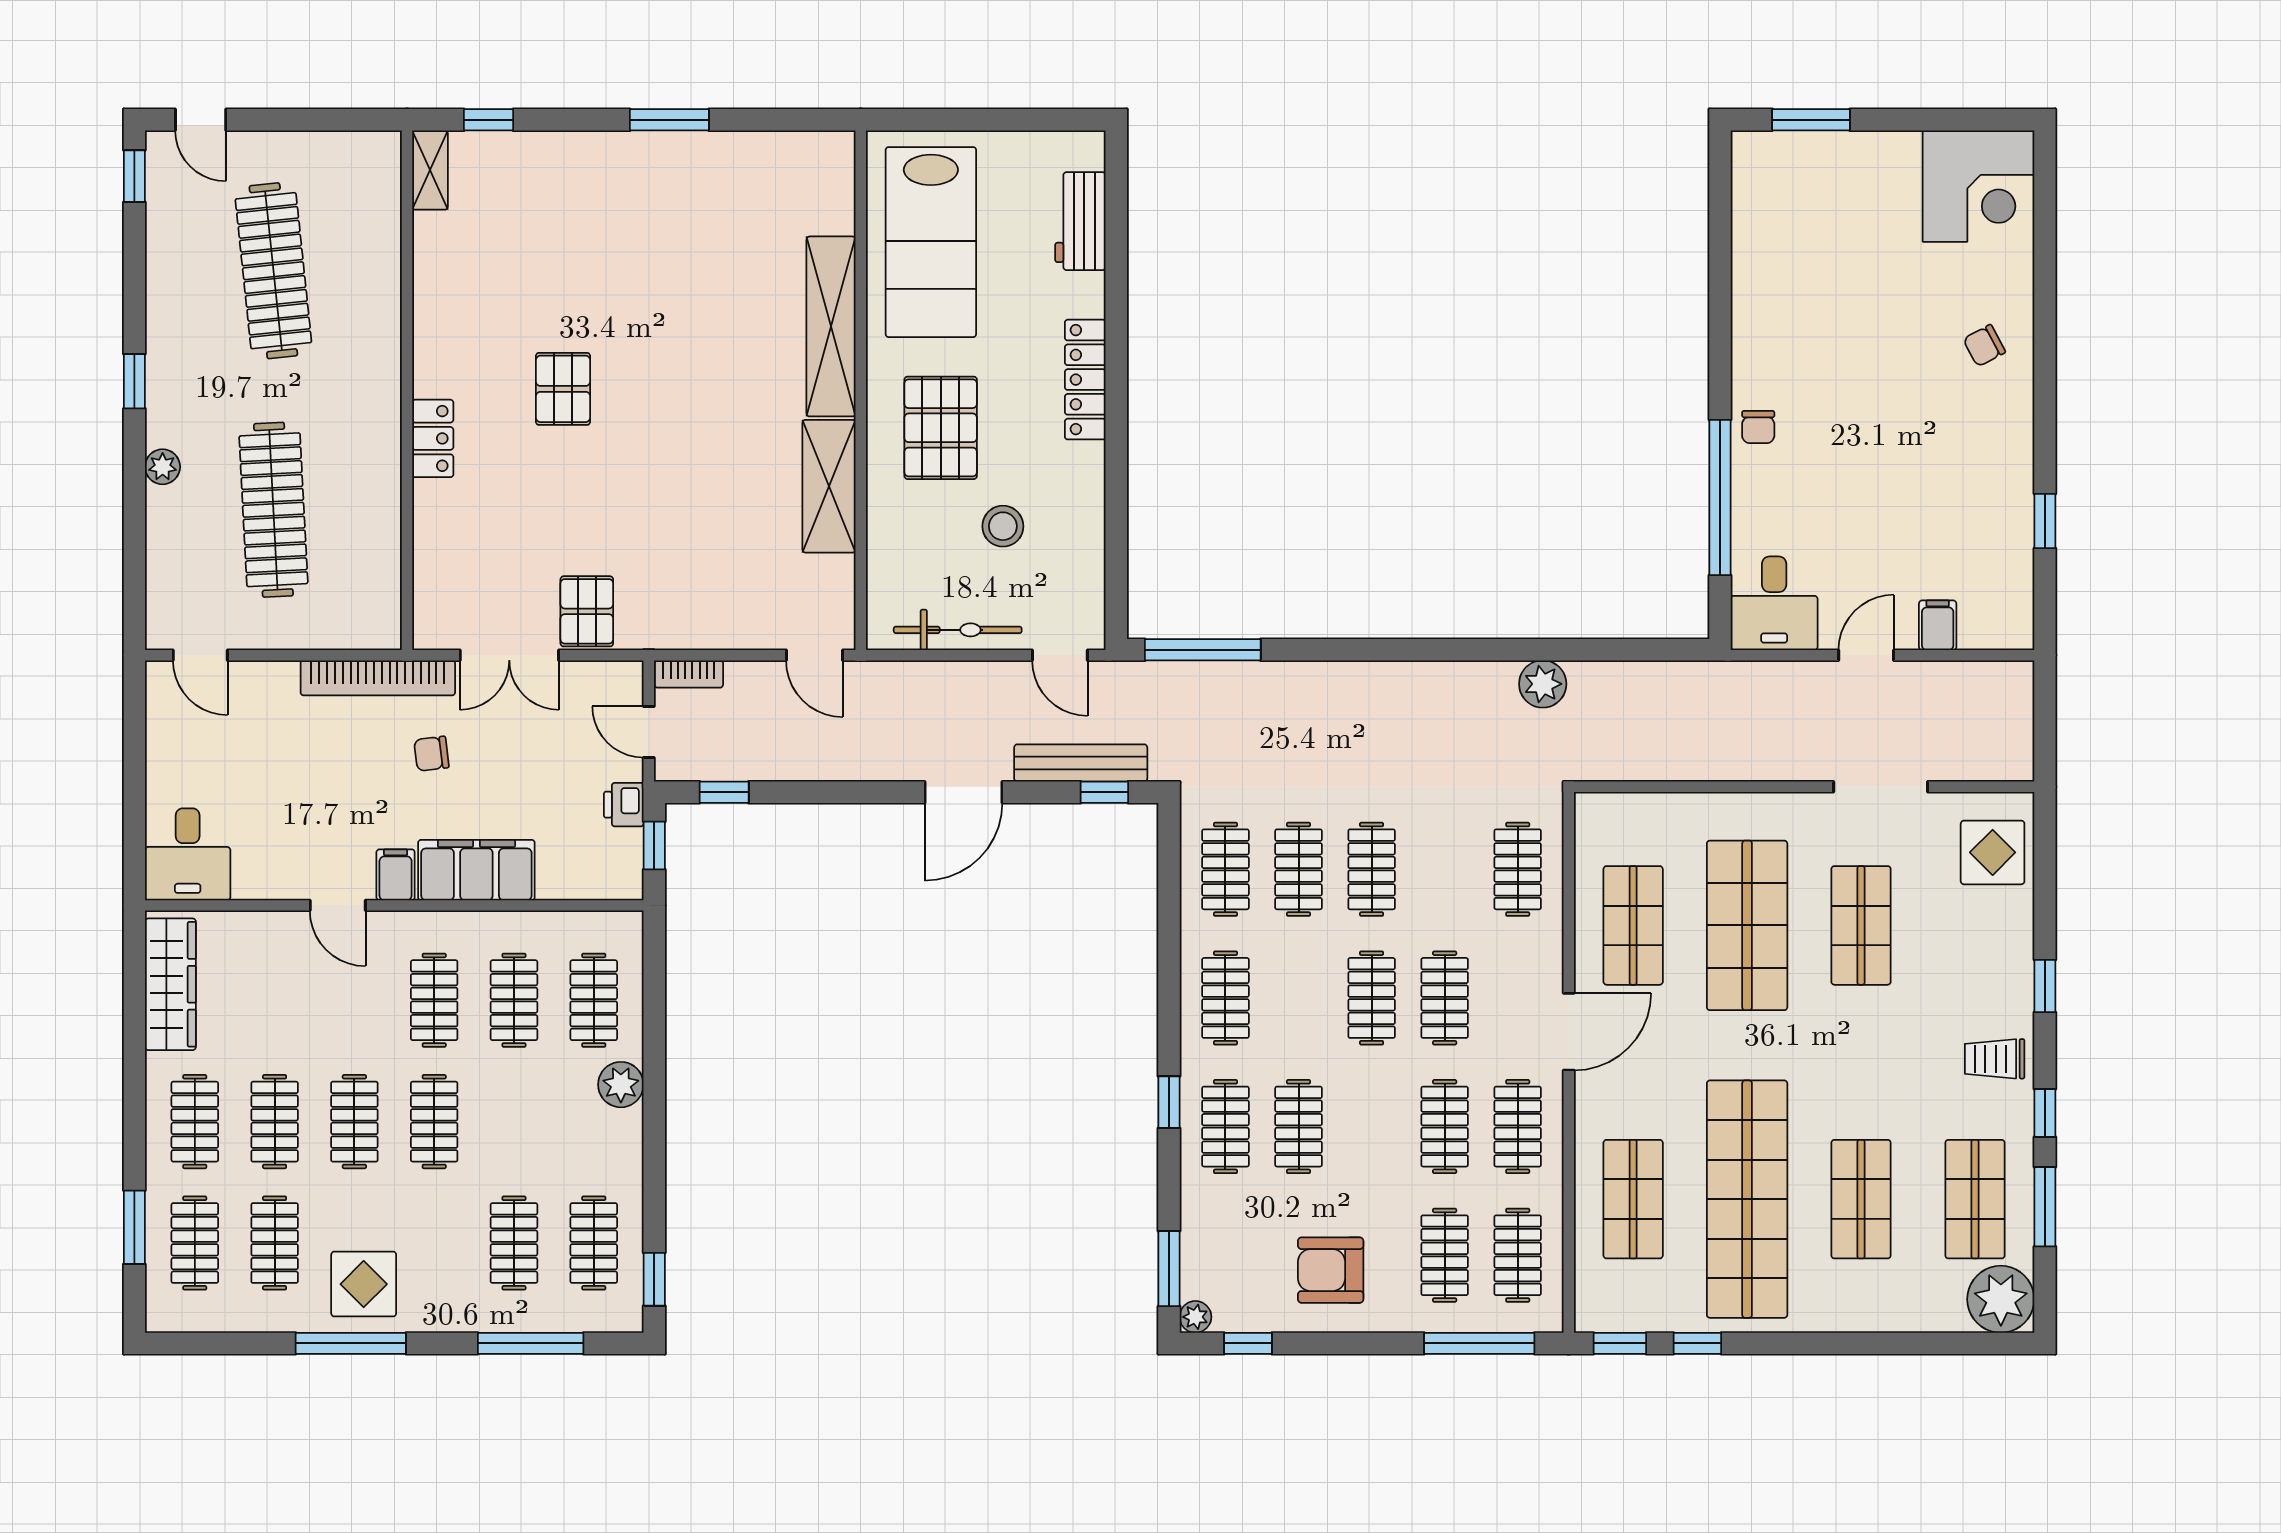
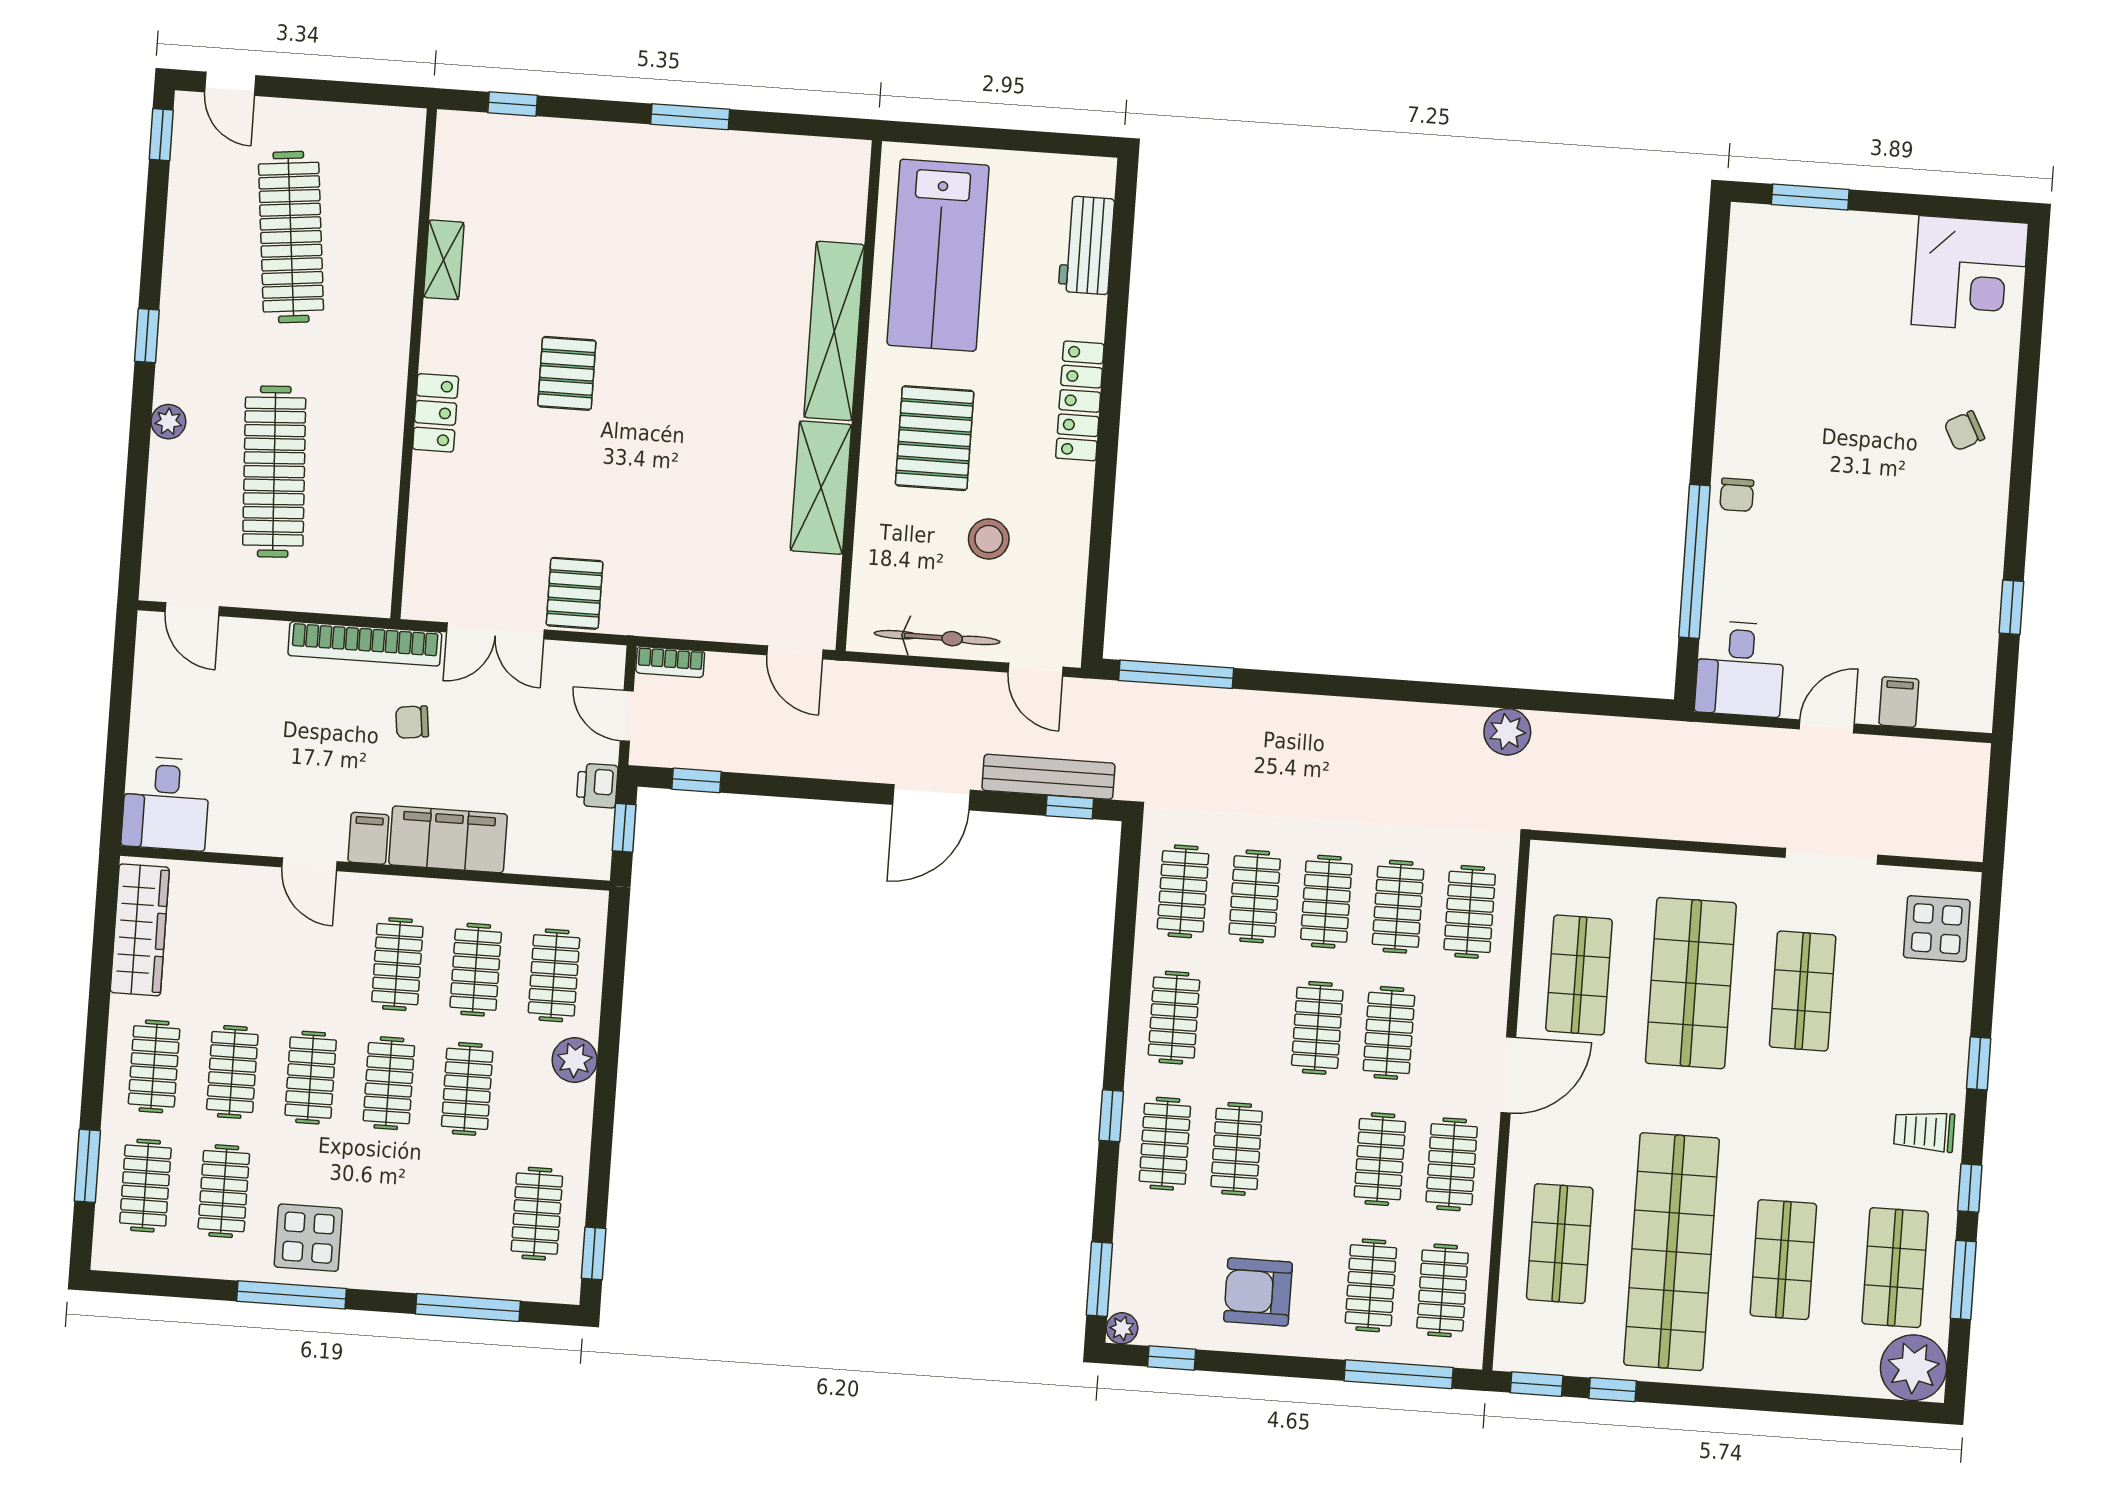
shelving: (430, 170) -> (444, 260), moved
clothes rail: (1445, 869) -> (1398, 907), added
clothes rail: (514, 1243) -> (467, 1089), moved

